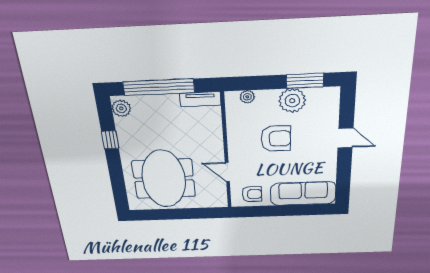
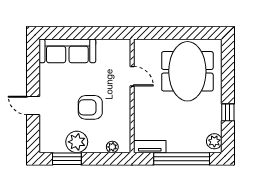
armchair: (252, 194) -> (112, 52), removed

